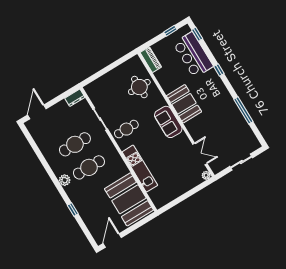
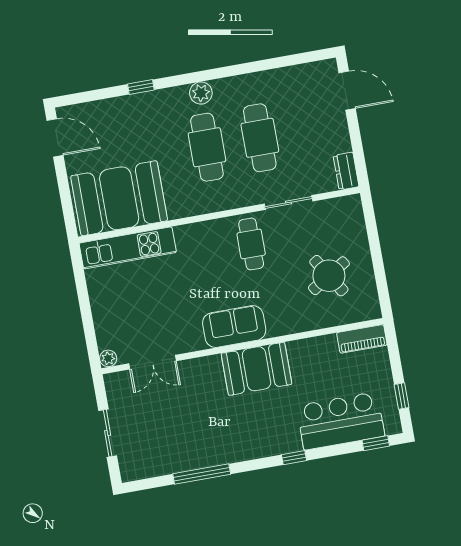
round table: (139, 87) -> (329, 276), moved, turned -32
kitchen unit: (140, 169) -> (128, 248), moved

